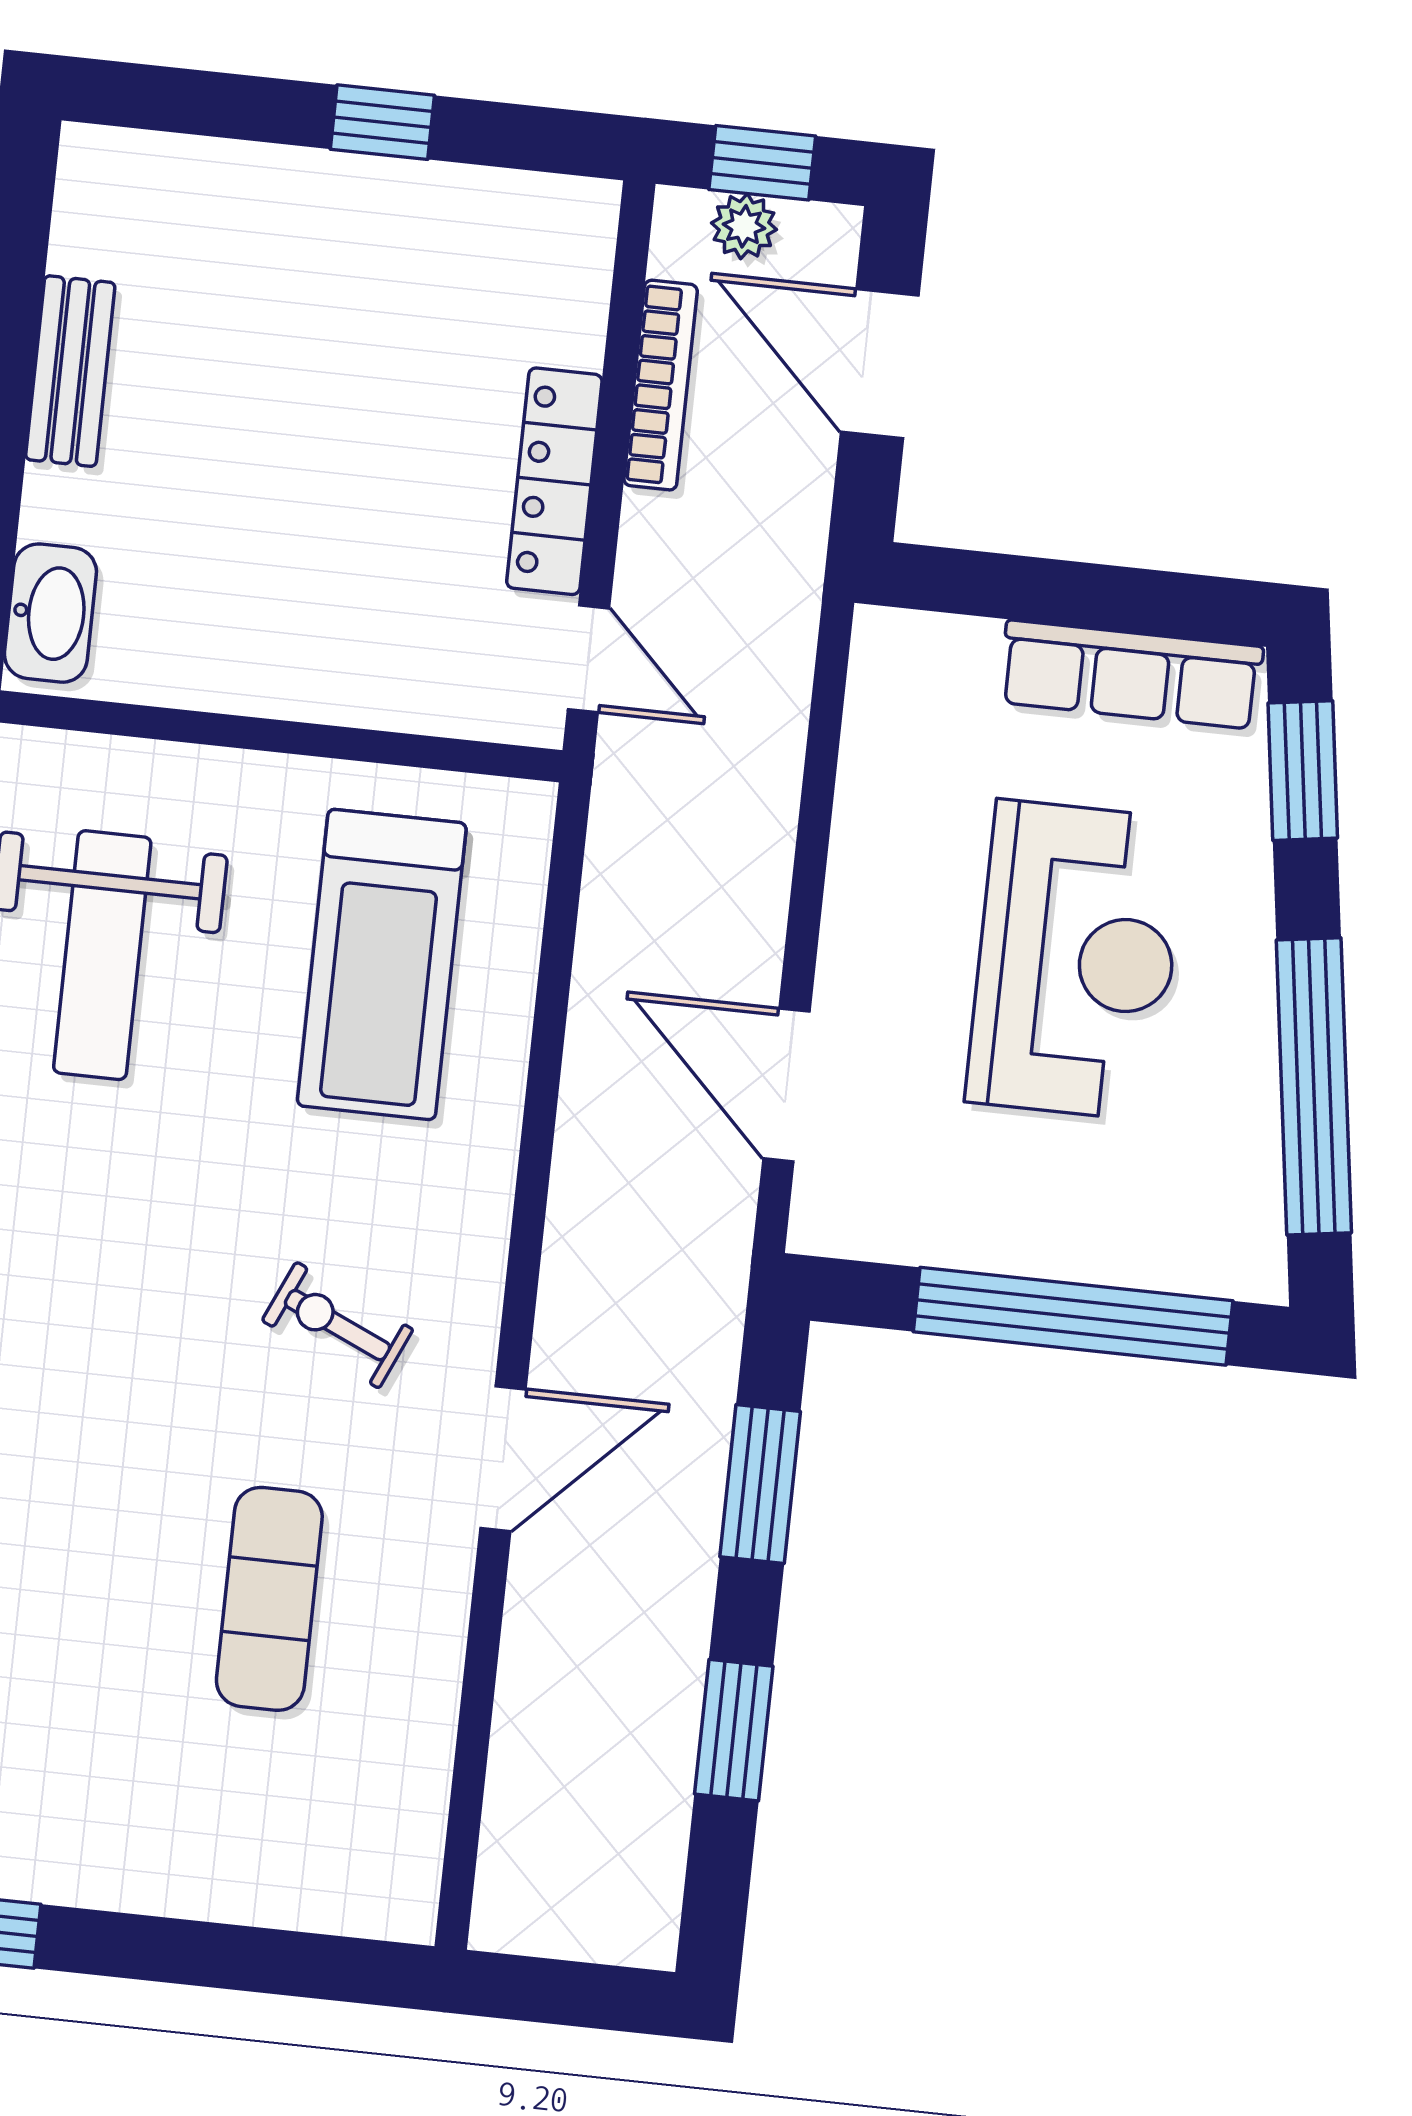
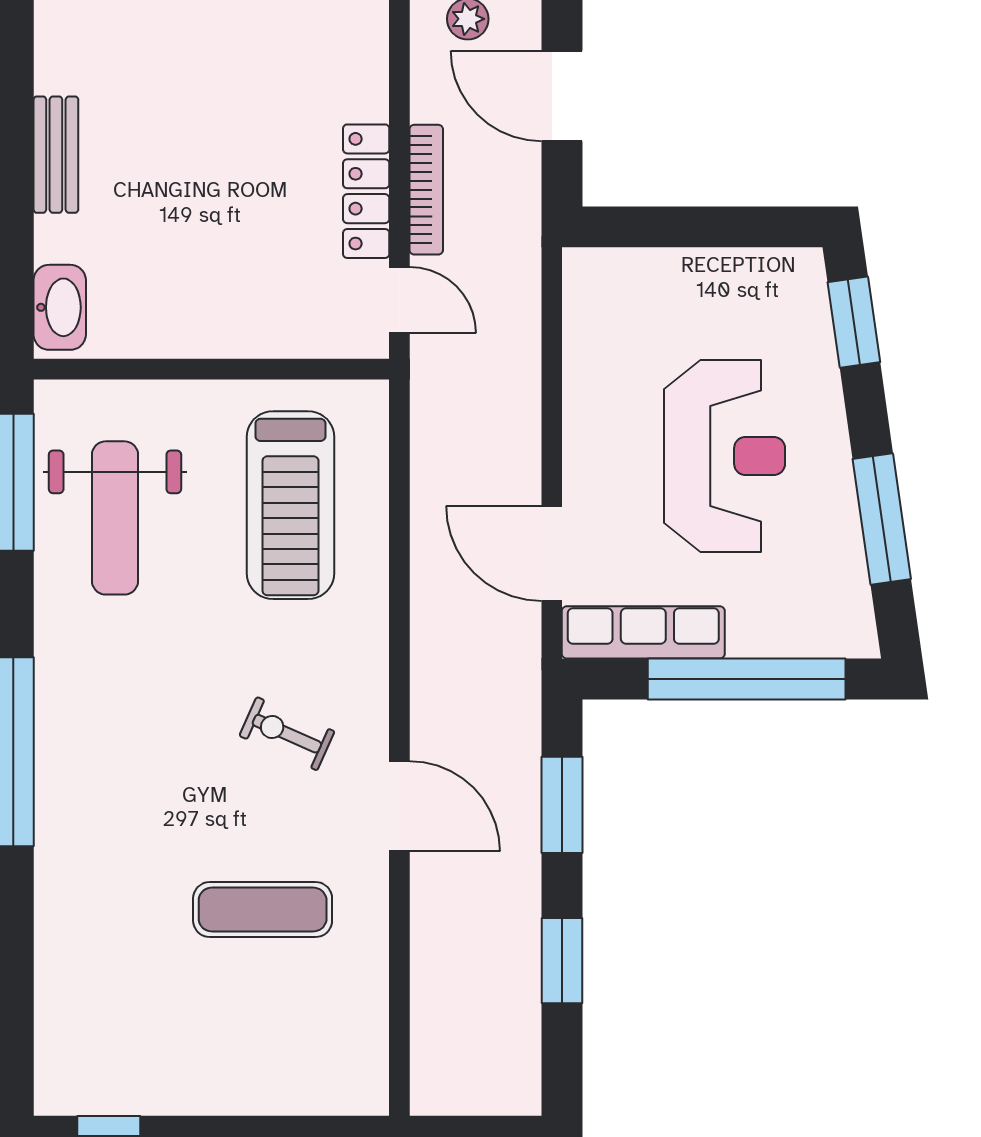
bookcase: (661, 385) -> (426, 190), moved
row of seats: (1131, 674) -> (643, 632), moved, turned 180
window: (1314, 1086) -> (882, 519), width x0.68
door: (503, 1459) -> (399, 806), hinge flipped
exercise mat: (269, 1599) -> (263, 910), turned 90

